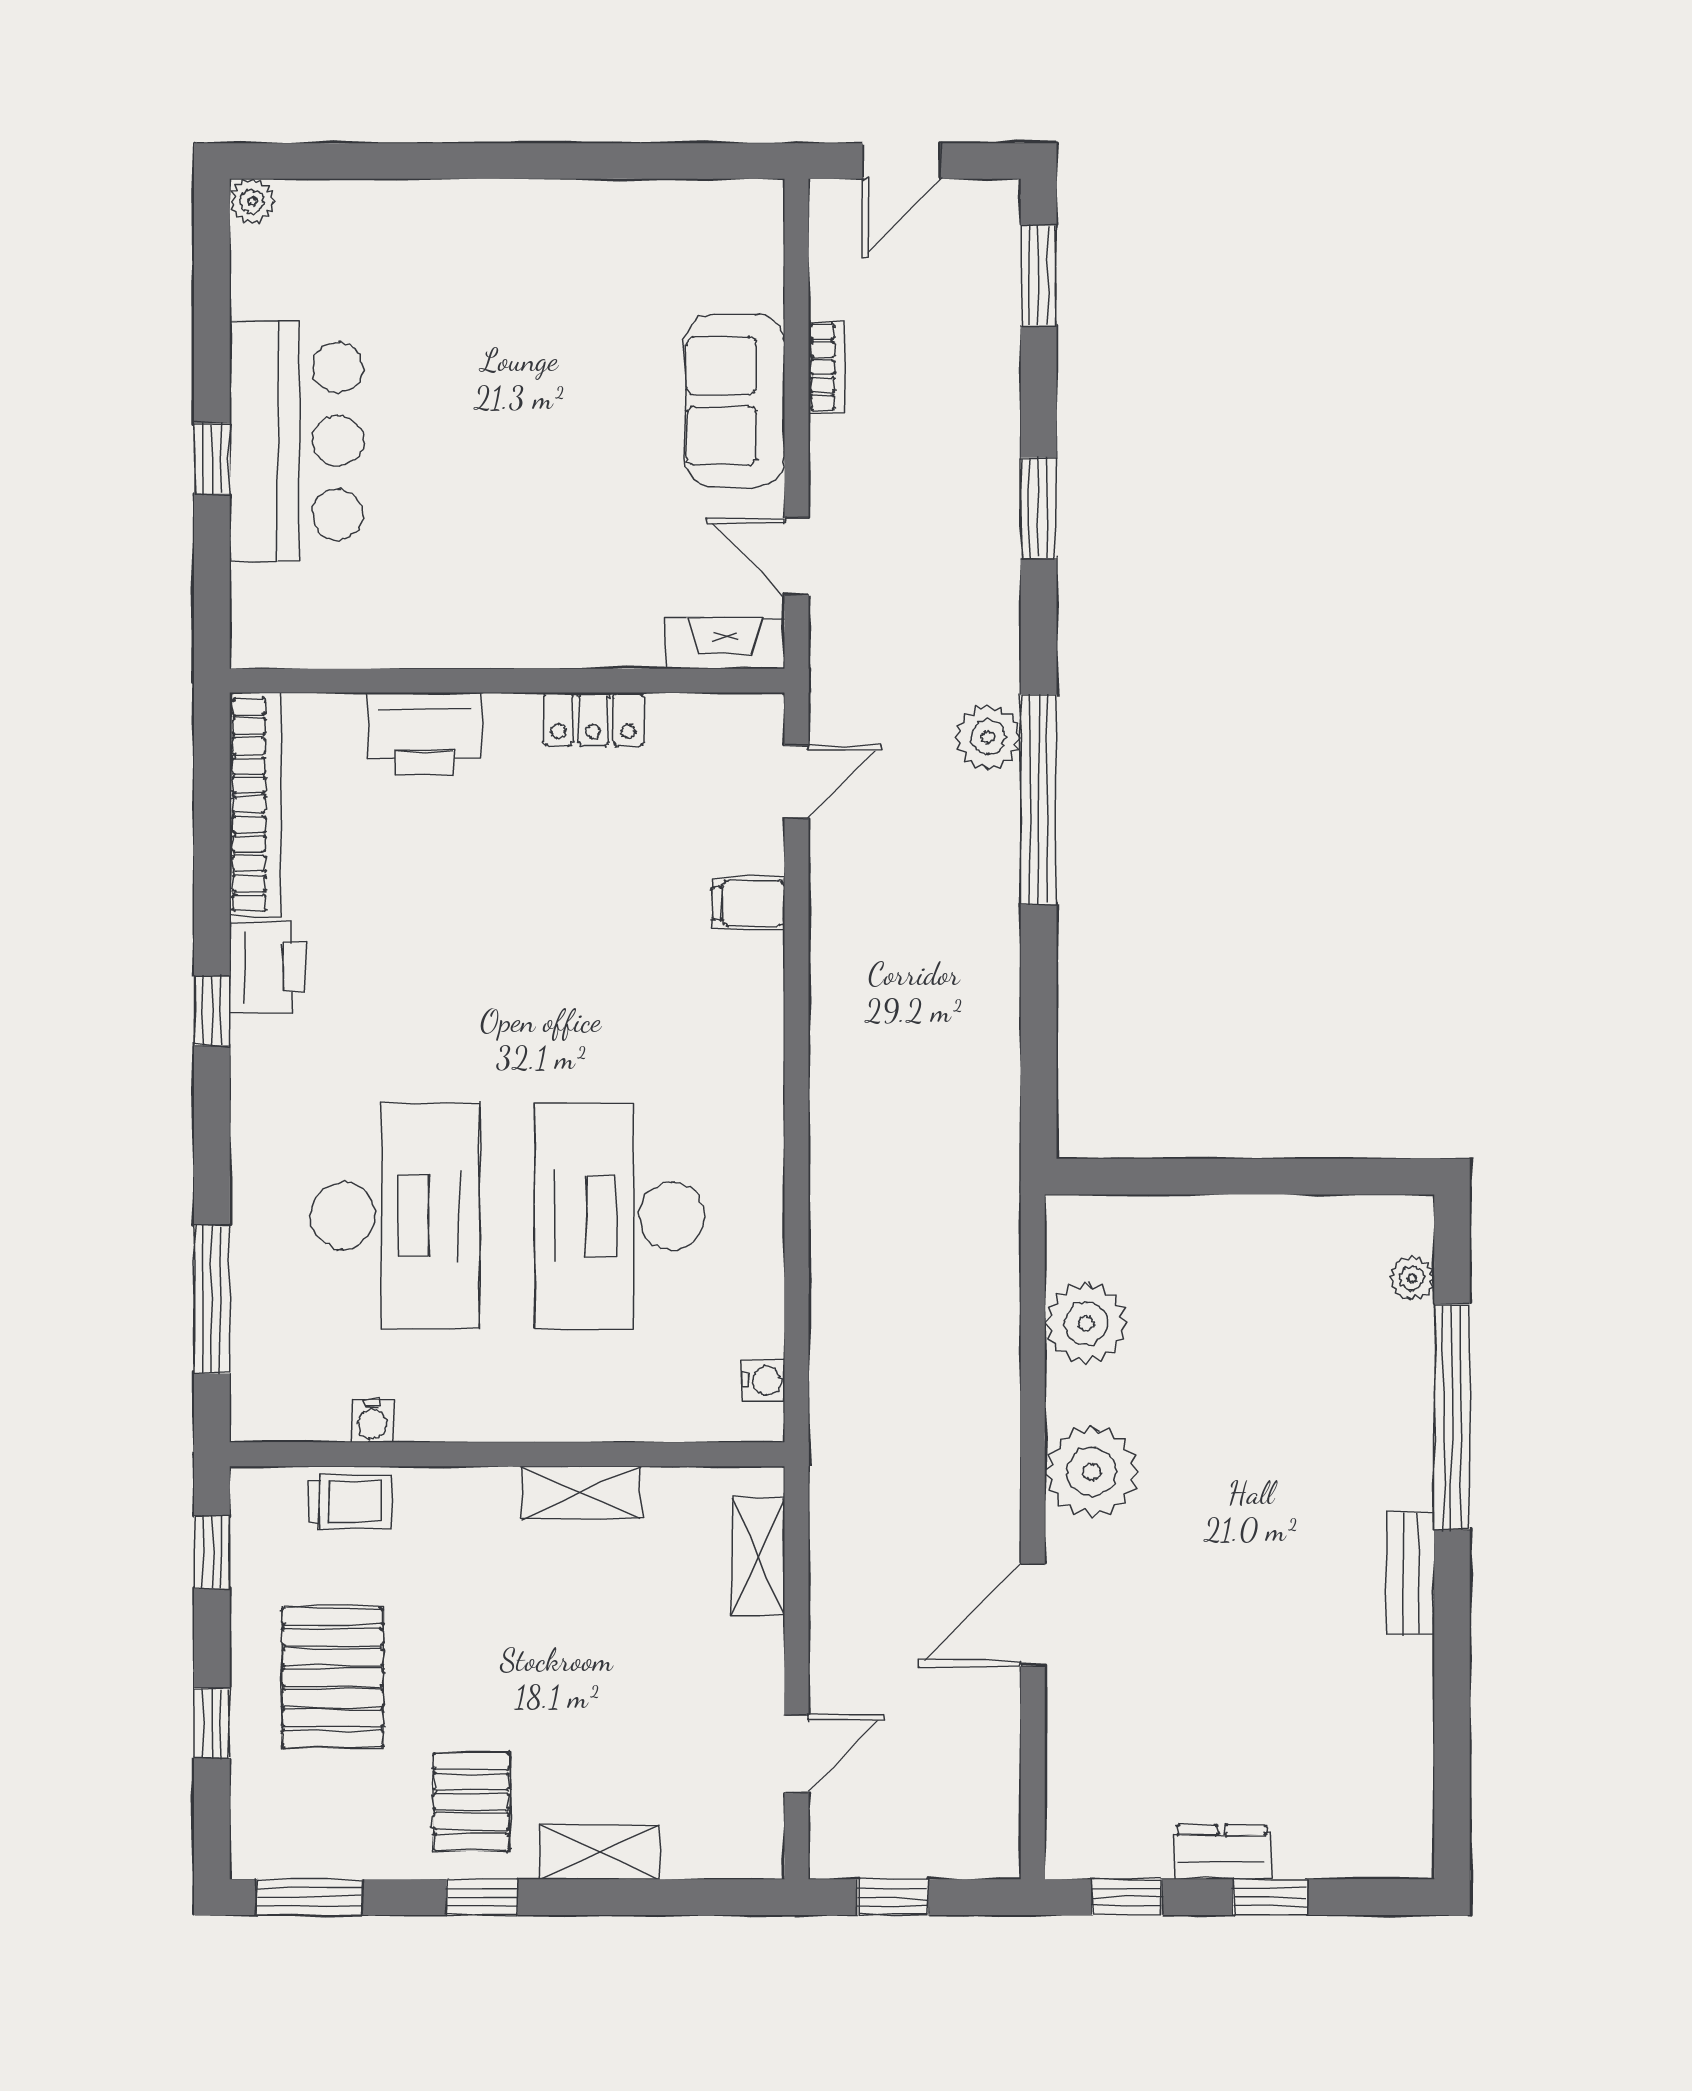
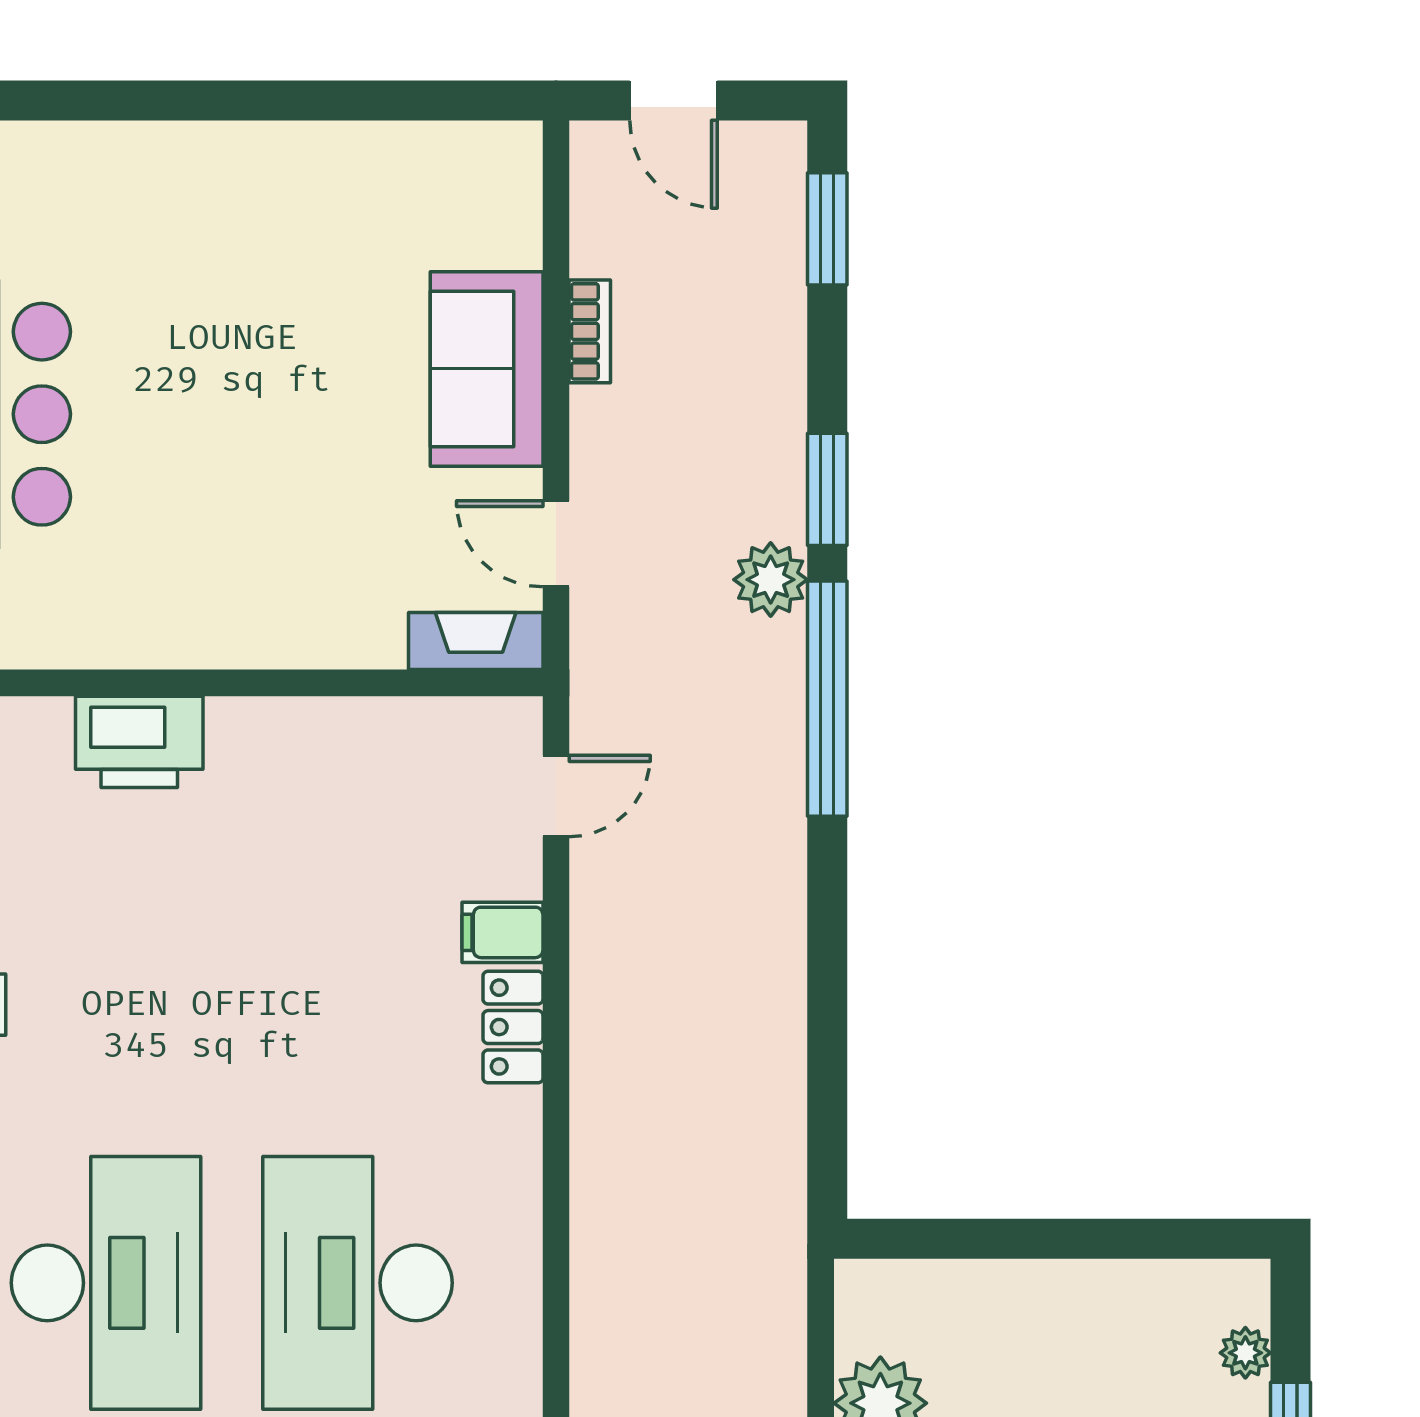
door: (901, 161) -> (674, 101), hinge flipped
locker: (593, 719) -> (513, 1027), moved, turned 90
plant: (988, 737) -> (771, 580), moved
window: (1039, 799) -> (827, 699), moved

